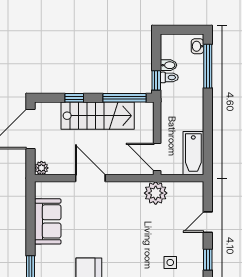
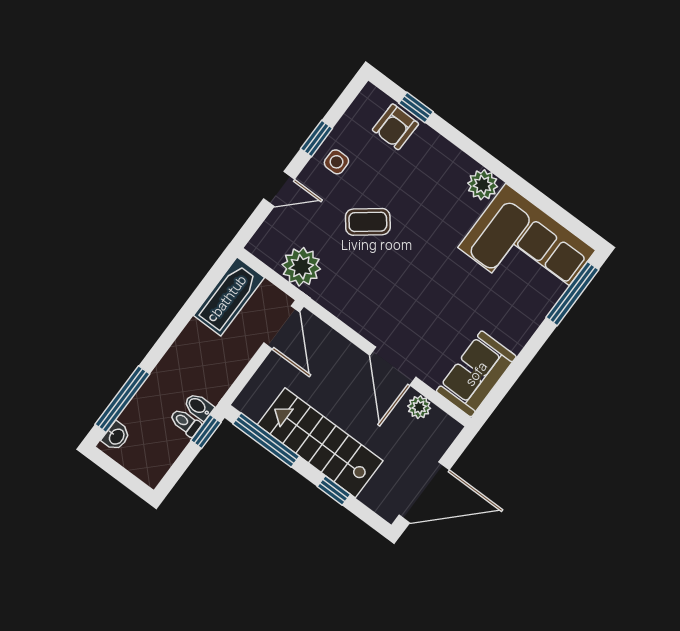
bidet: (169, 65) -> (199, 407), moved
plant: (41, 168) -> (419, 407), moved
plant: (156, 193) -> (301, 267), moved
sofa: (48, 221) -> (476, 374), moved
coffee table: (154, 238) -> (368, 222), added
side table: (170, 262) -> (336, 162), moved

